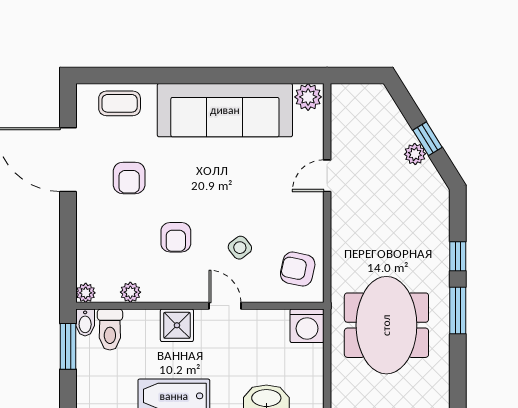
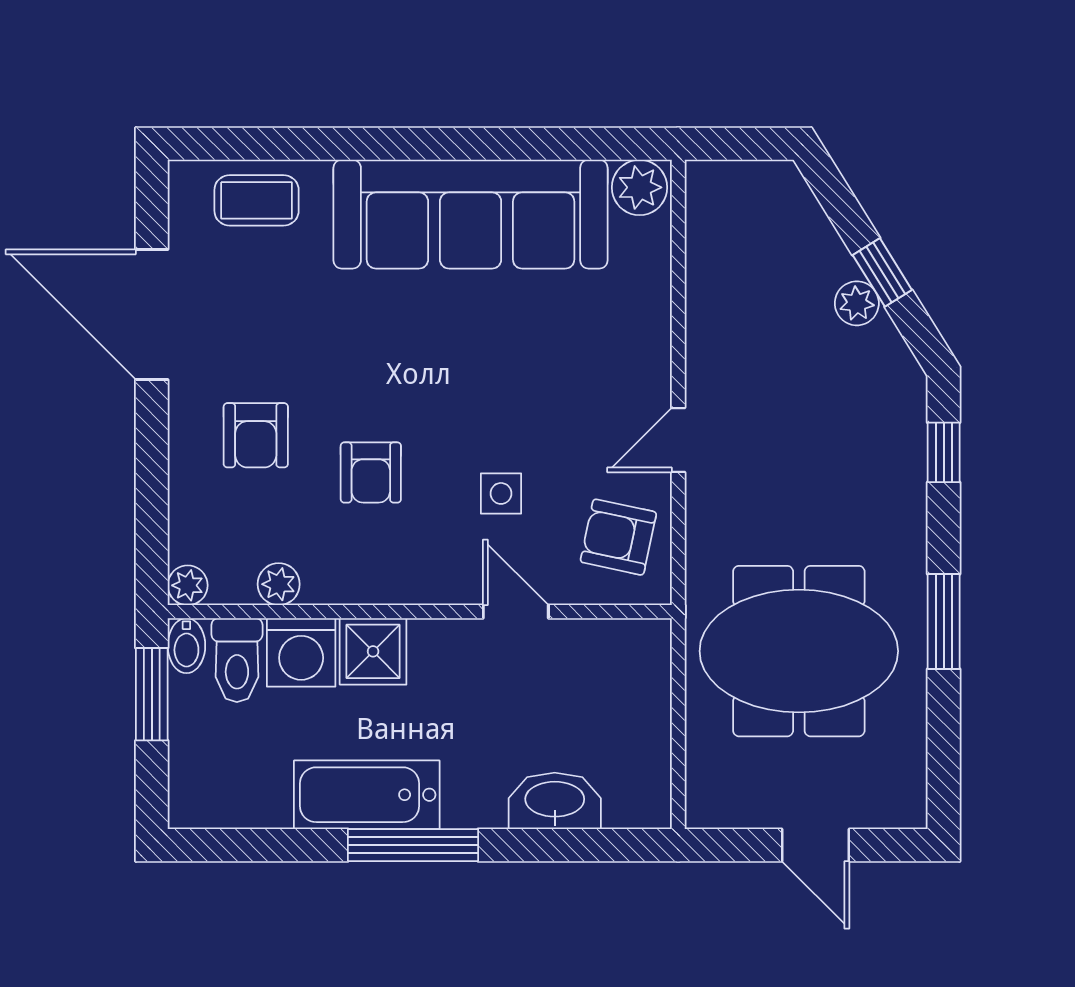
door: (327, 176) -> (678, 440), moved
armchair: (129, 178) -> (256, 435), moved
side table: (240, 248) -> (501, 493), turned 38
window: (458, 256) -> (944, 452), moved
door: (225, 306) -> (516, 612), moved
meeting table: (386, 325) -> (799, 651), turned 90
washing machine: (307, 326) -> (301, 652), moved

